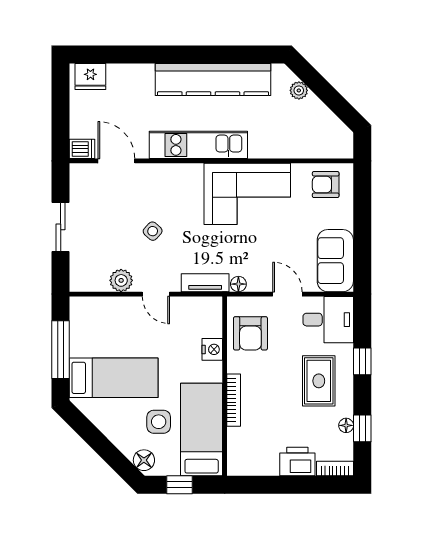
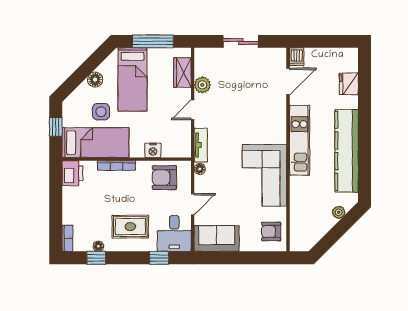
fridge: (90, 76) -> (349, 84), moved
armchair: (326, 185) -> (271, 232), turned -90
side table: (153, 231) -> (238, 107), removed
wardrobe: (104, 308) -> (182, 73), added
window: (362, 361) -> (159, 258), moved
floor lamp: (144, 460) -> (95, 80), moved
printer: (297, 462) -> (72, 173), moved

